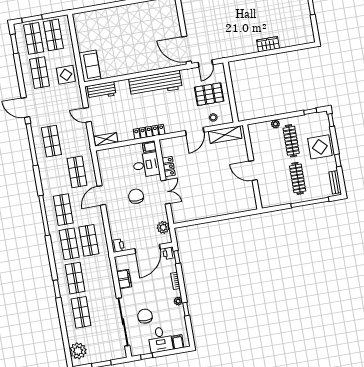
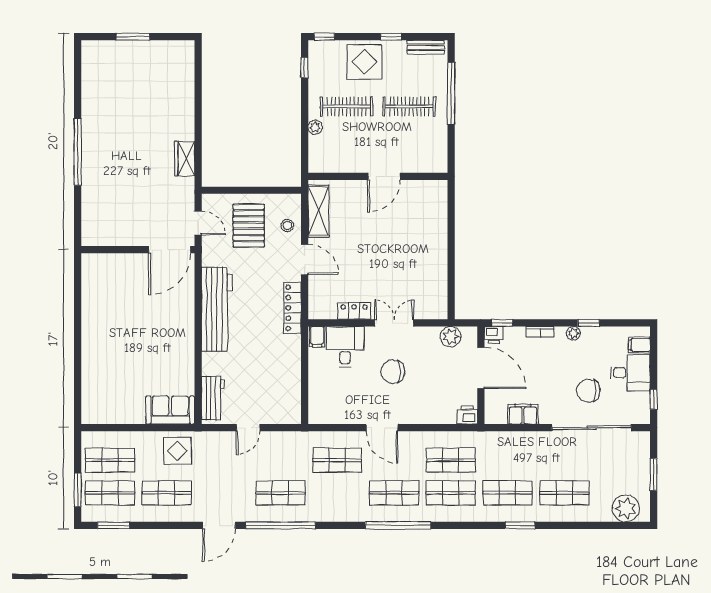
wardrobe: (268, 44) -> (185, 159), moved
locker: (149, 132) -> (293, 308), moved
shelving: (106, 139) -> (293, 404), removed

